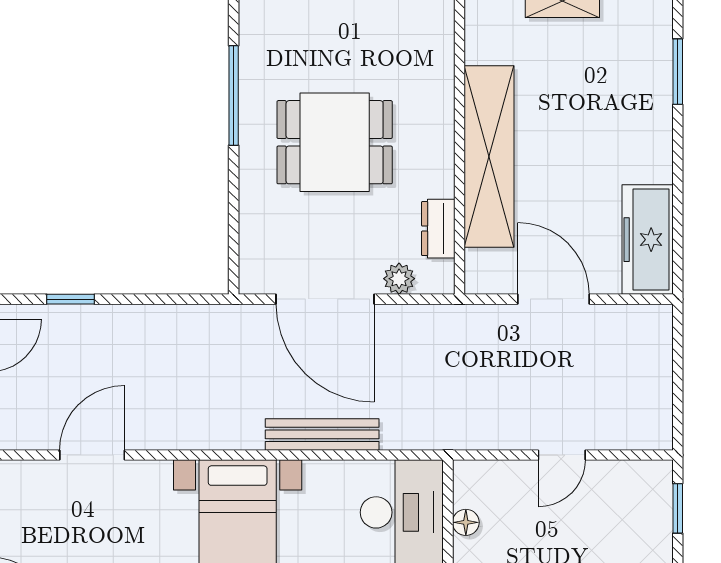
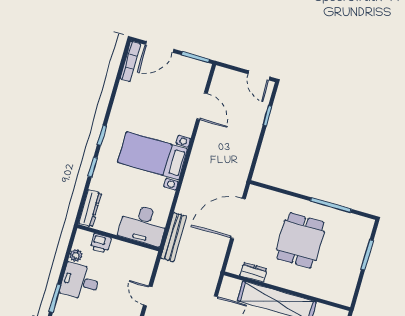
plant: (399, 279) -> (238, 251), removed
bench: (322, 434) -> (174, 237), moved
floor lamp: (466, 522) -> (132, 249), removed

